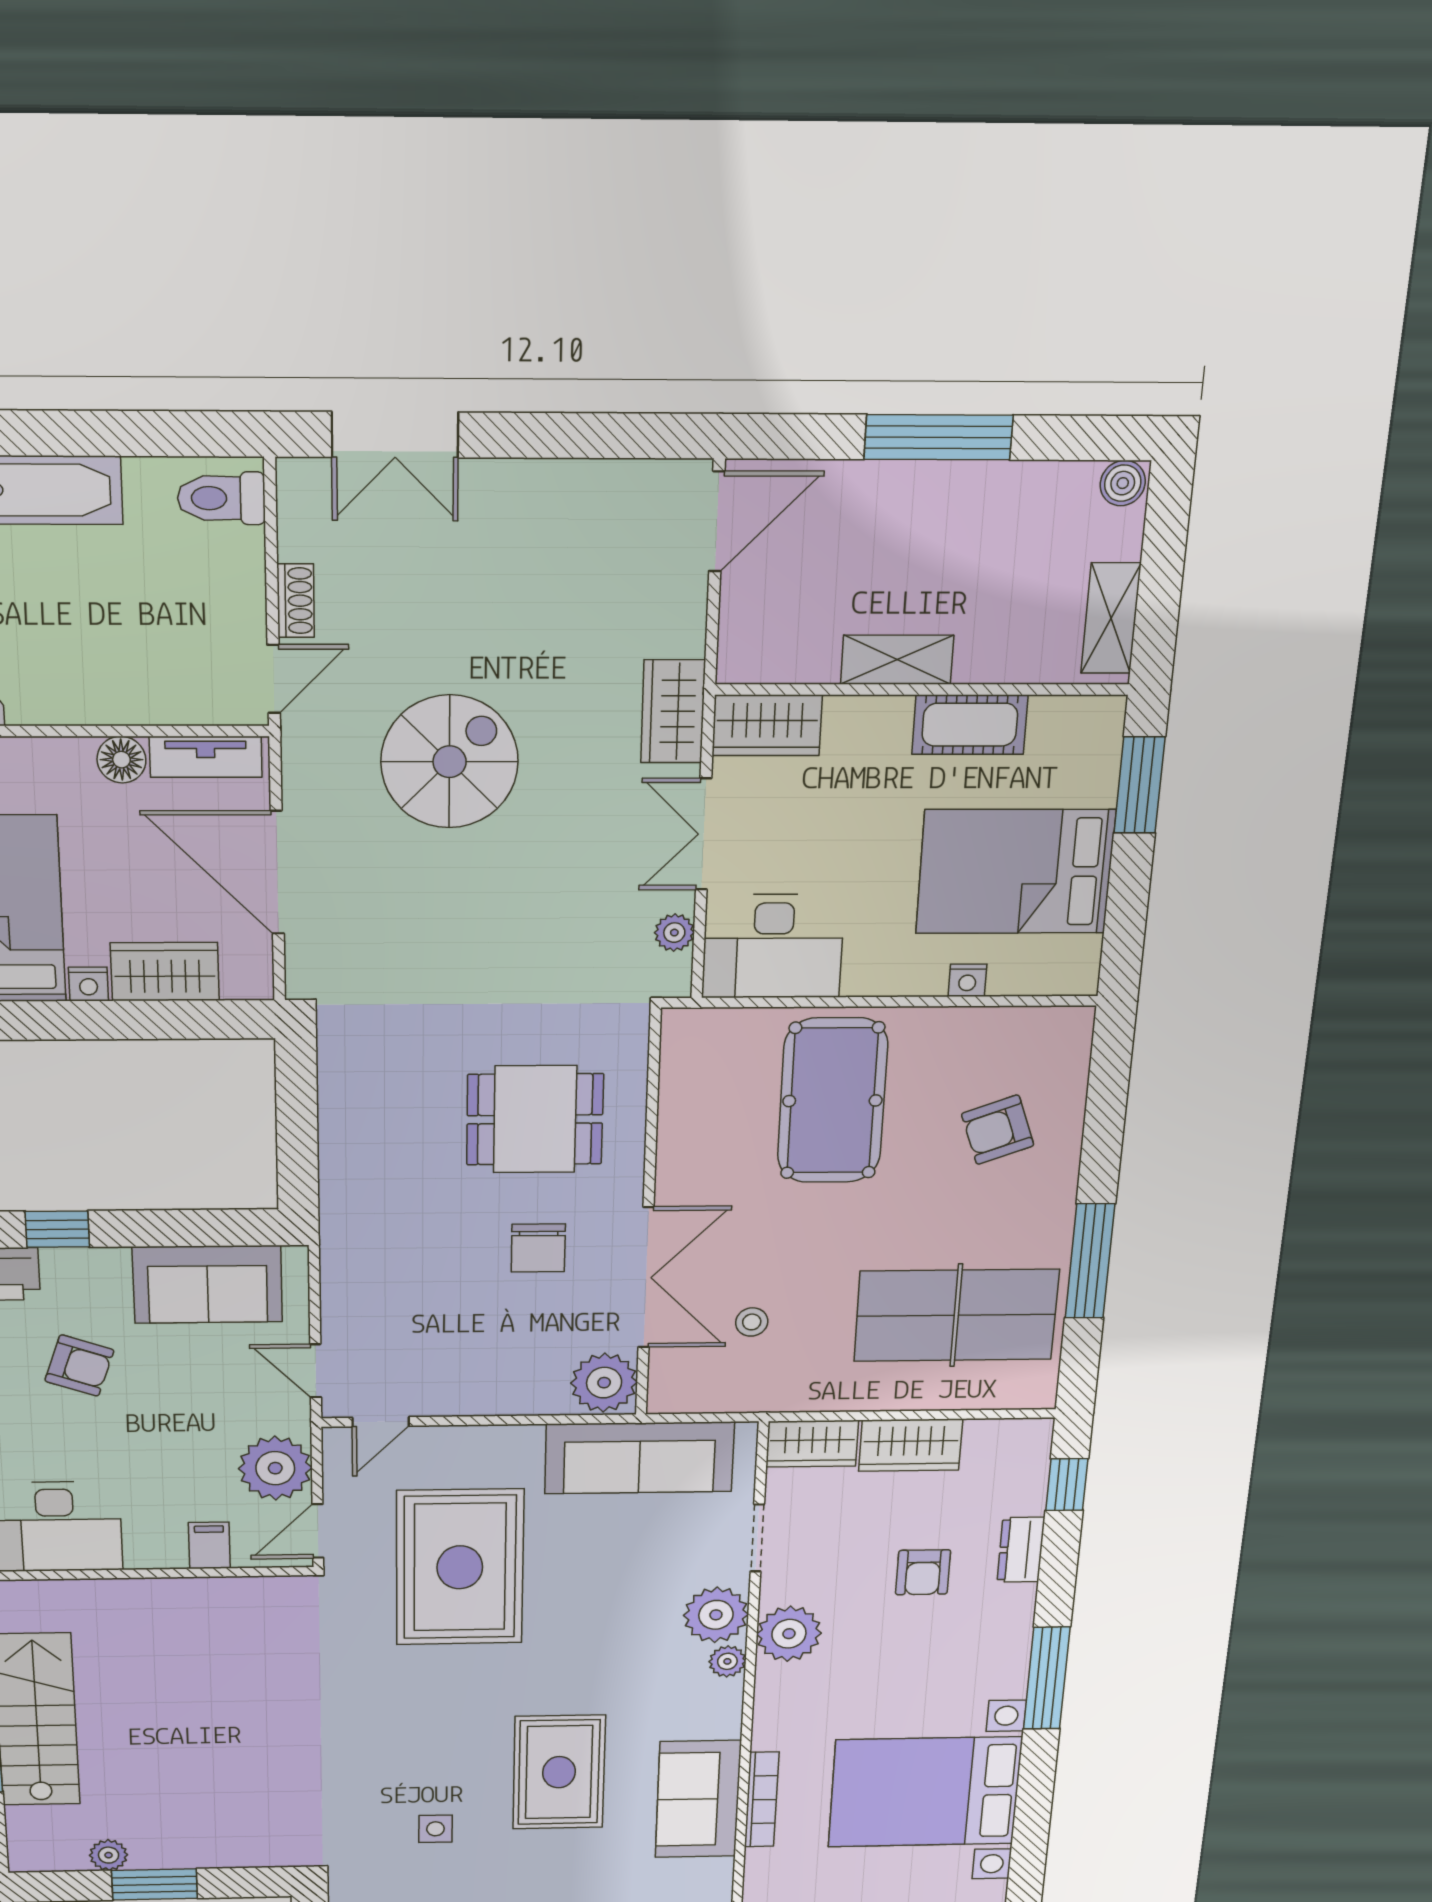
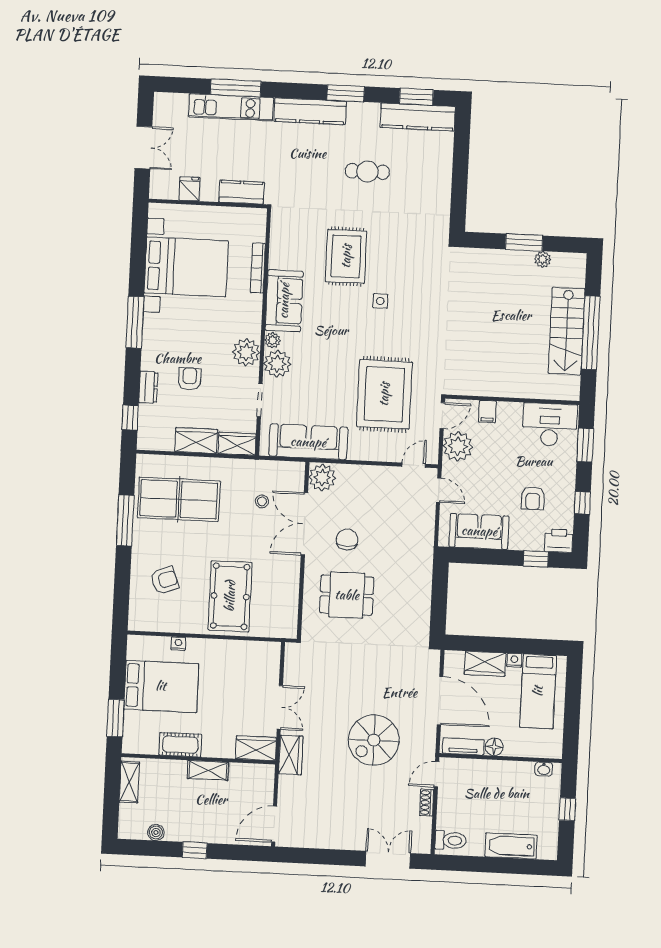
window: (938, 437) -> (195, 850), width x0.46
boiler: (1123, 483) -> (156, 832), moved
plant: (674, 933) -> (291, 669), removed
desk: (773, 946) -> (254, 661), removed
armchair: (79, 1366) -> (533, 498), turned -109
rug: (559, 1772) -> (346, 256), moved
sofa: (698, 1799) -> (284, 301), moved
side table: (435, 1829) -> (380, 301), moved

